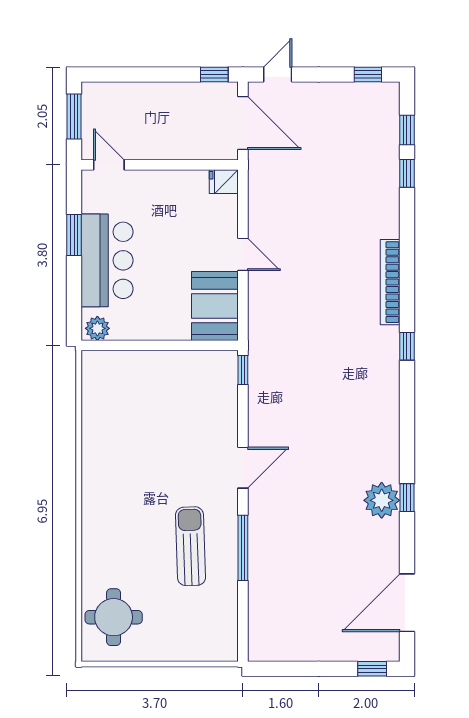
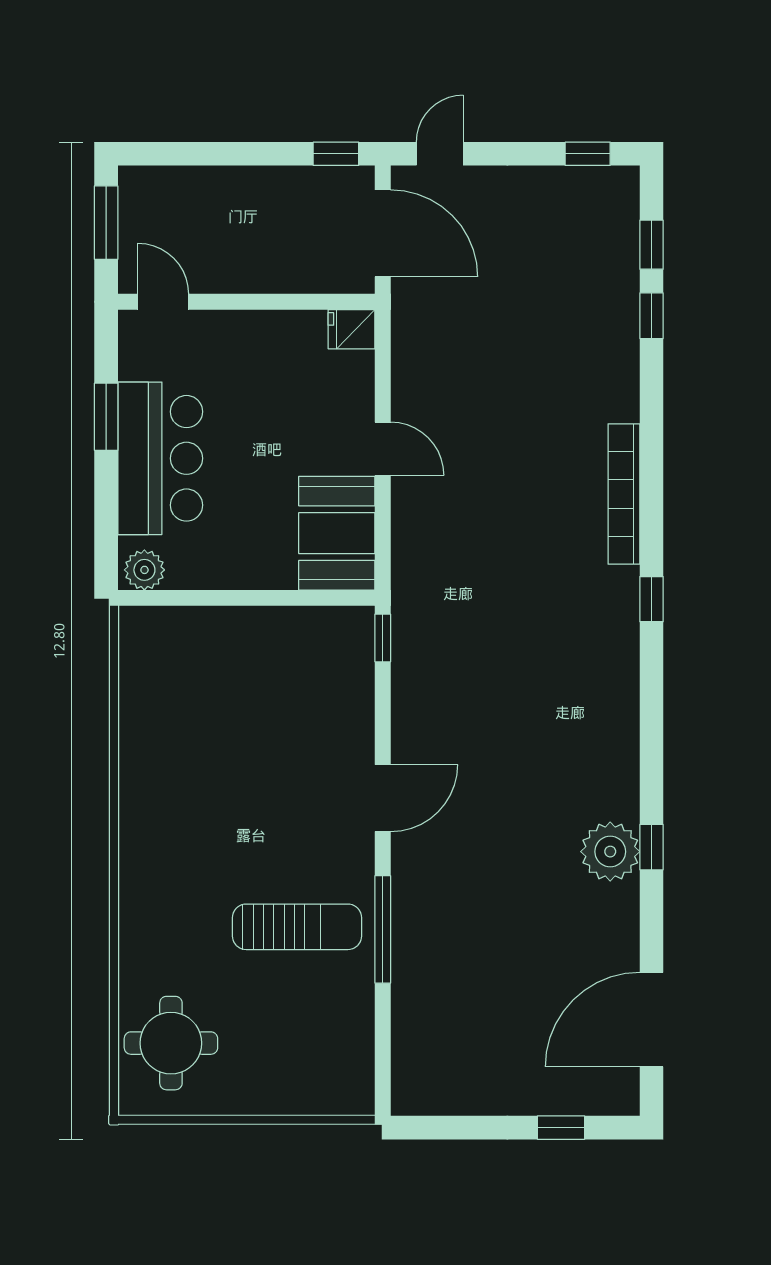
sun lounger: (190, 546) -> (297, 927), turned 92
window: (372, 669) -> (561, 1128), moved

